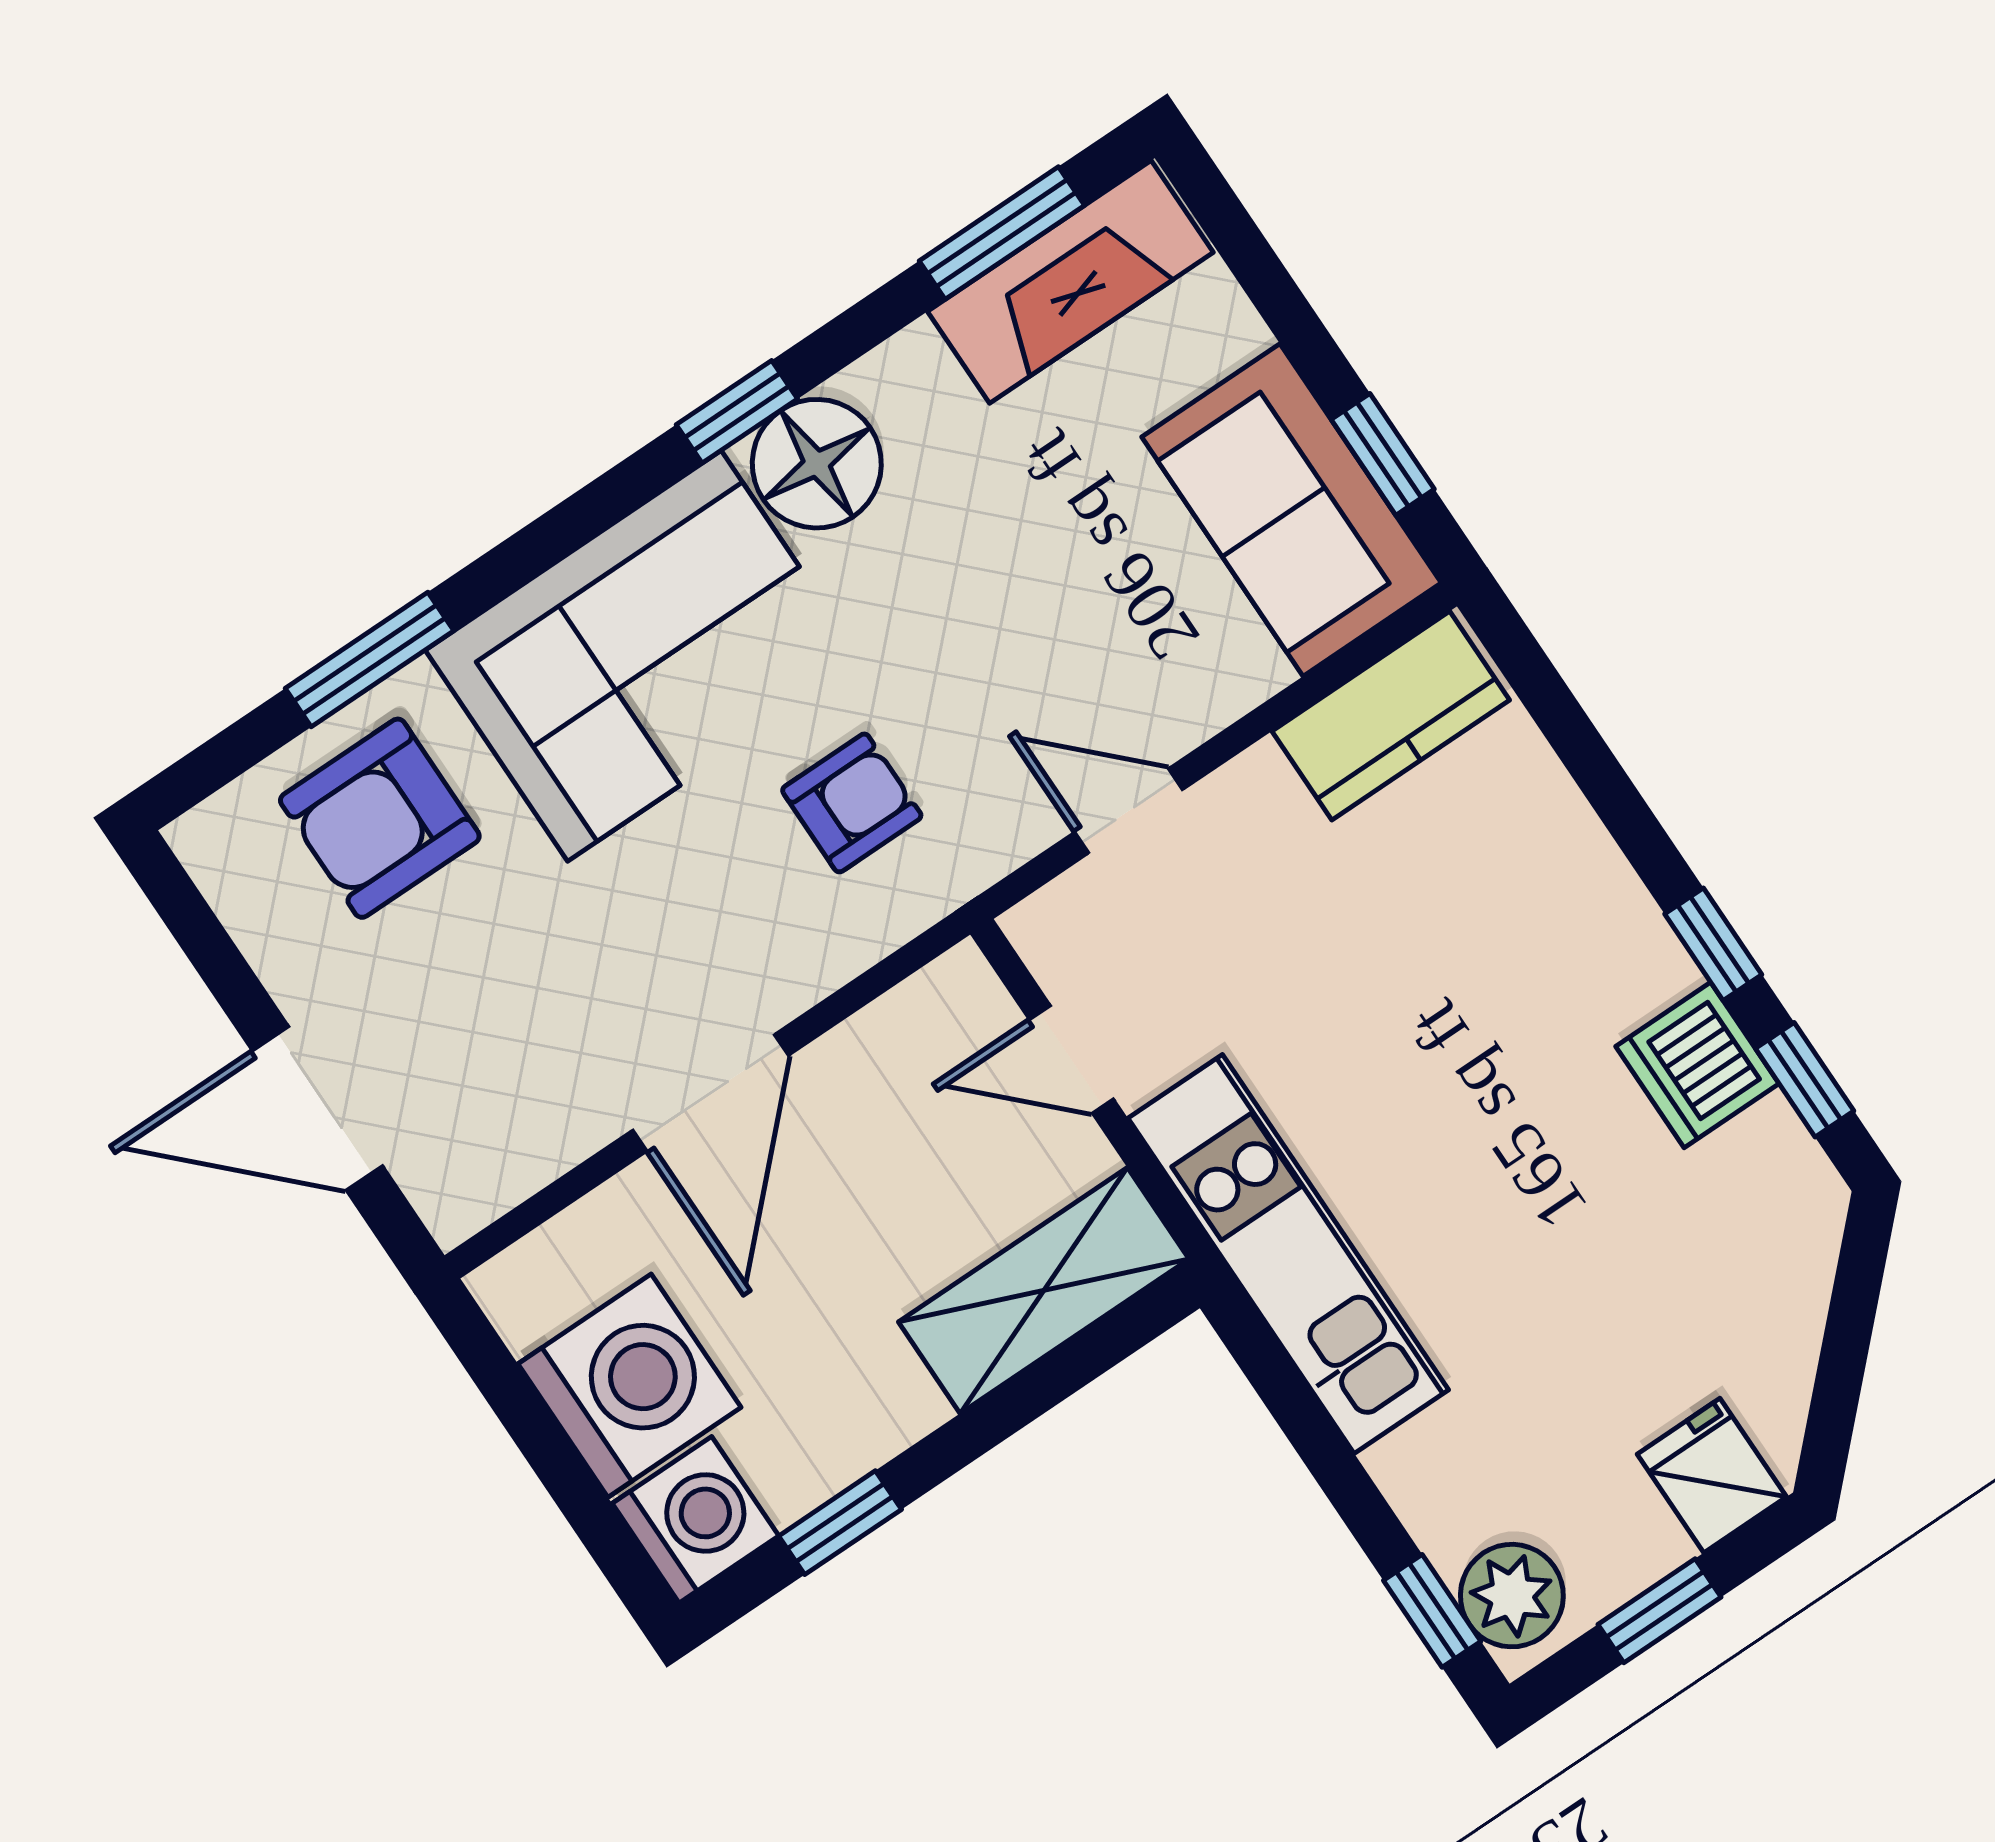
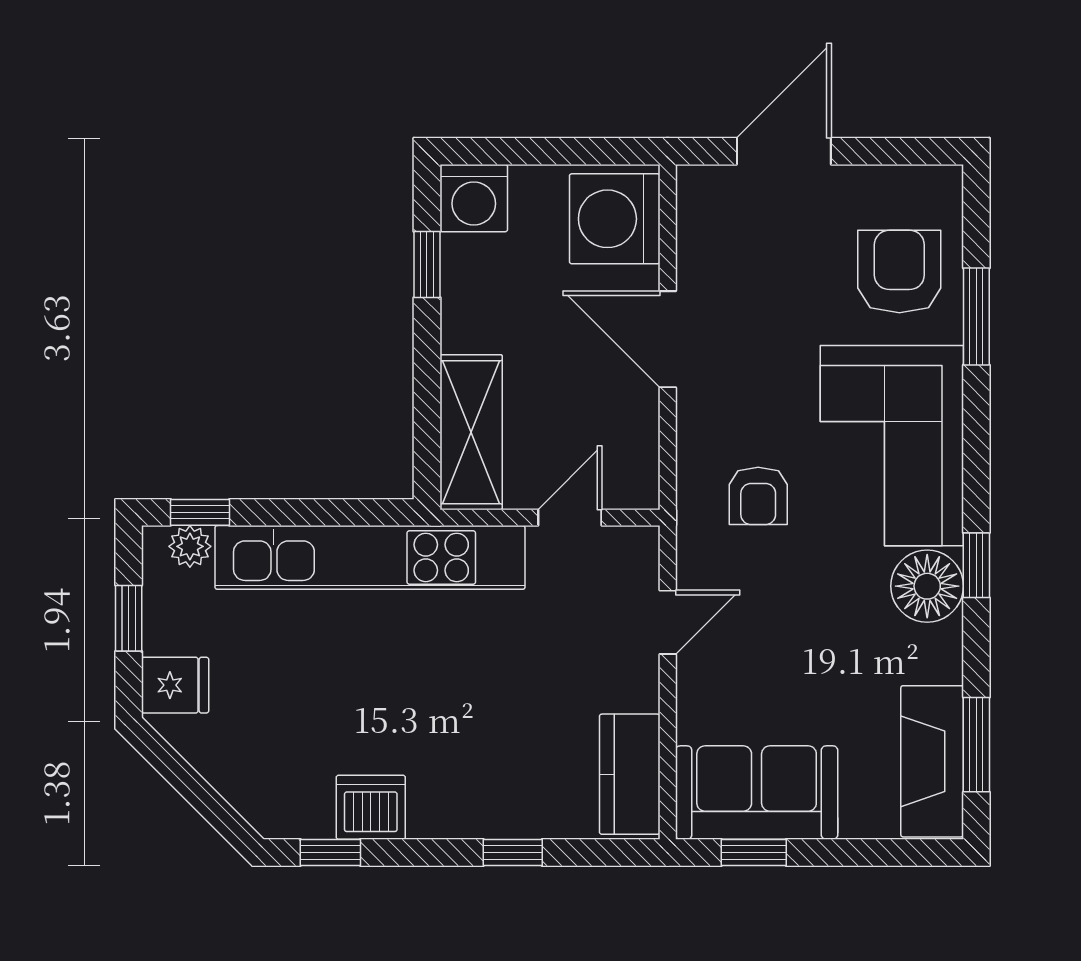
window: (1713, 944) -> (513, 853), moved
kitchen unit: (1288, 1254) -> (370, 557), width x1.36
washing machine: (630, 1386) -> (615, 219), moved, turned 90
plant: (1512, 1596) -> (190, 546), width x0.73, depth x0.73

